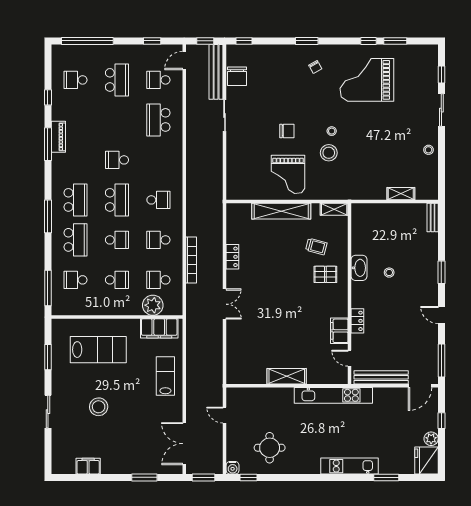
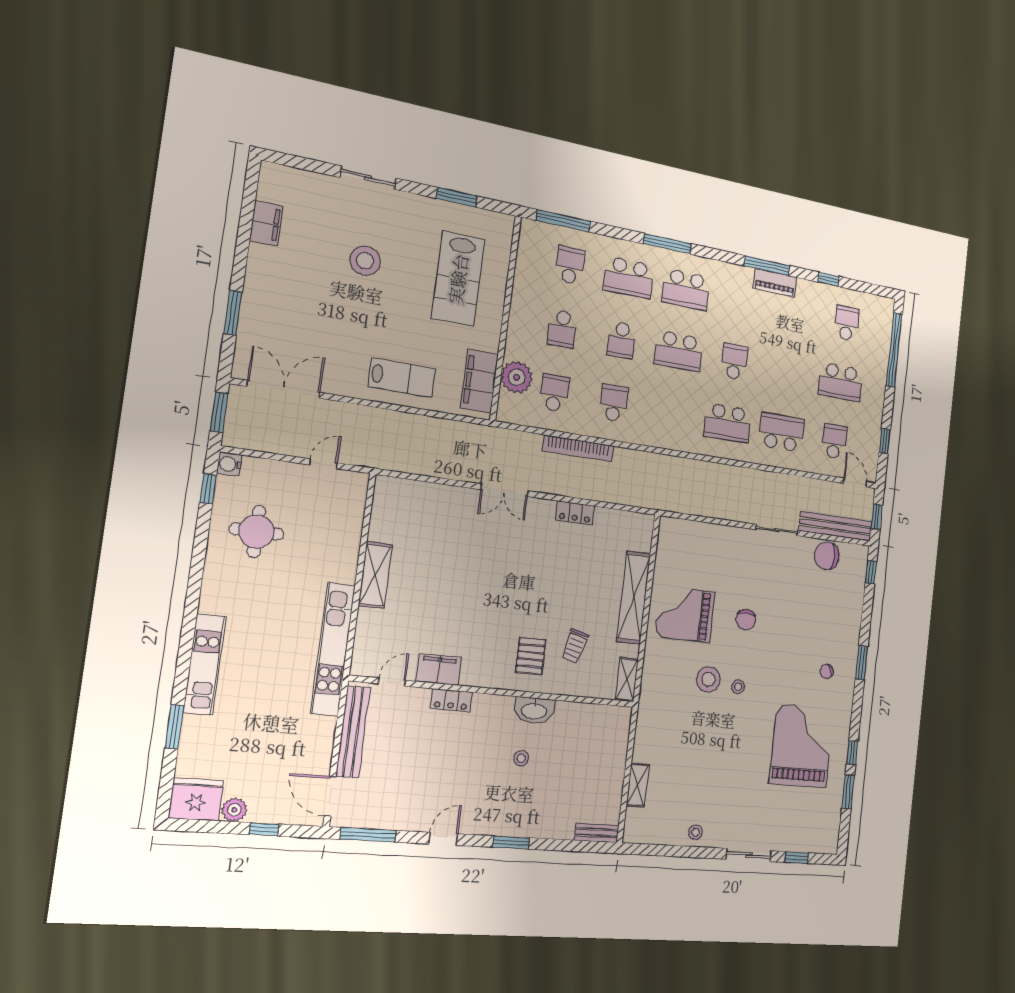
school desk: (158, 200) -> (727, 423), moved, width x1.85

